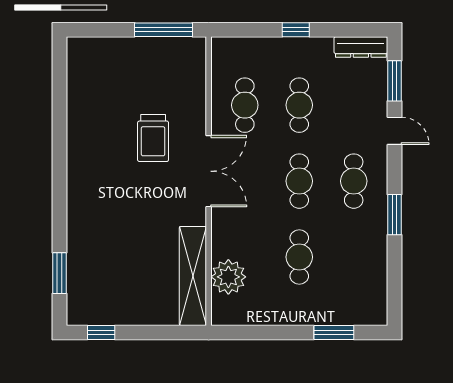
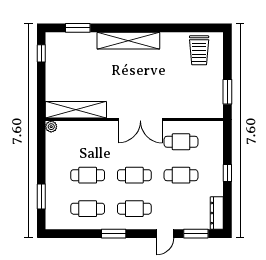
window: (164, 30) -> (227, 92), width x0.69
trolley: (153, 138) -> (199, 50), moved, turned -90
shelving: (80, 191) -> (128, 41), added
cafe table: (354, 257) -> (88, 209), added
plant: (228, 277) -> (51, 127), moved, width x0.53, depth x0.53

